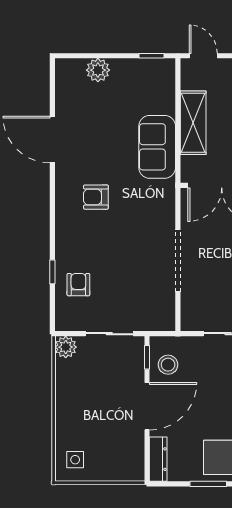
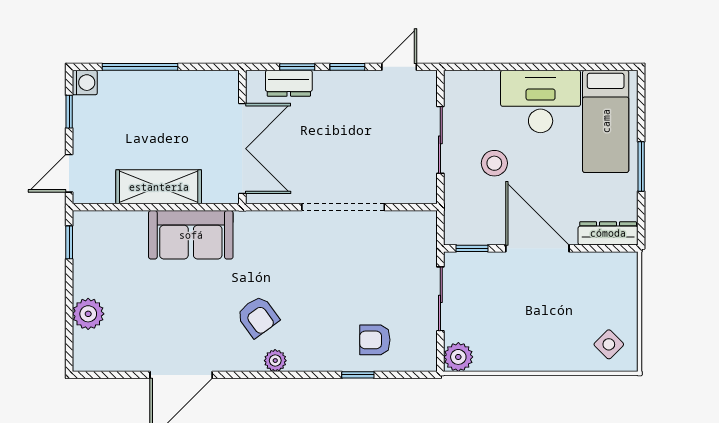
armchair: (96, 197) -> (258, 317), turned -36
plant: (63, 210) -> (275, 361), added
stool: (168, 365) -> (494, 163), moved
side table: (75, 460) -> (609, 344), turned 45

